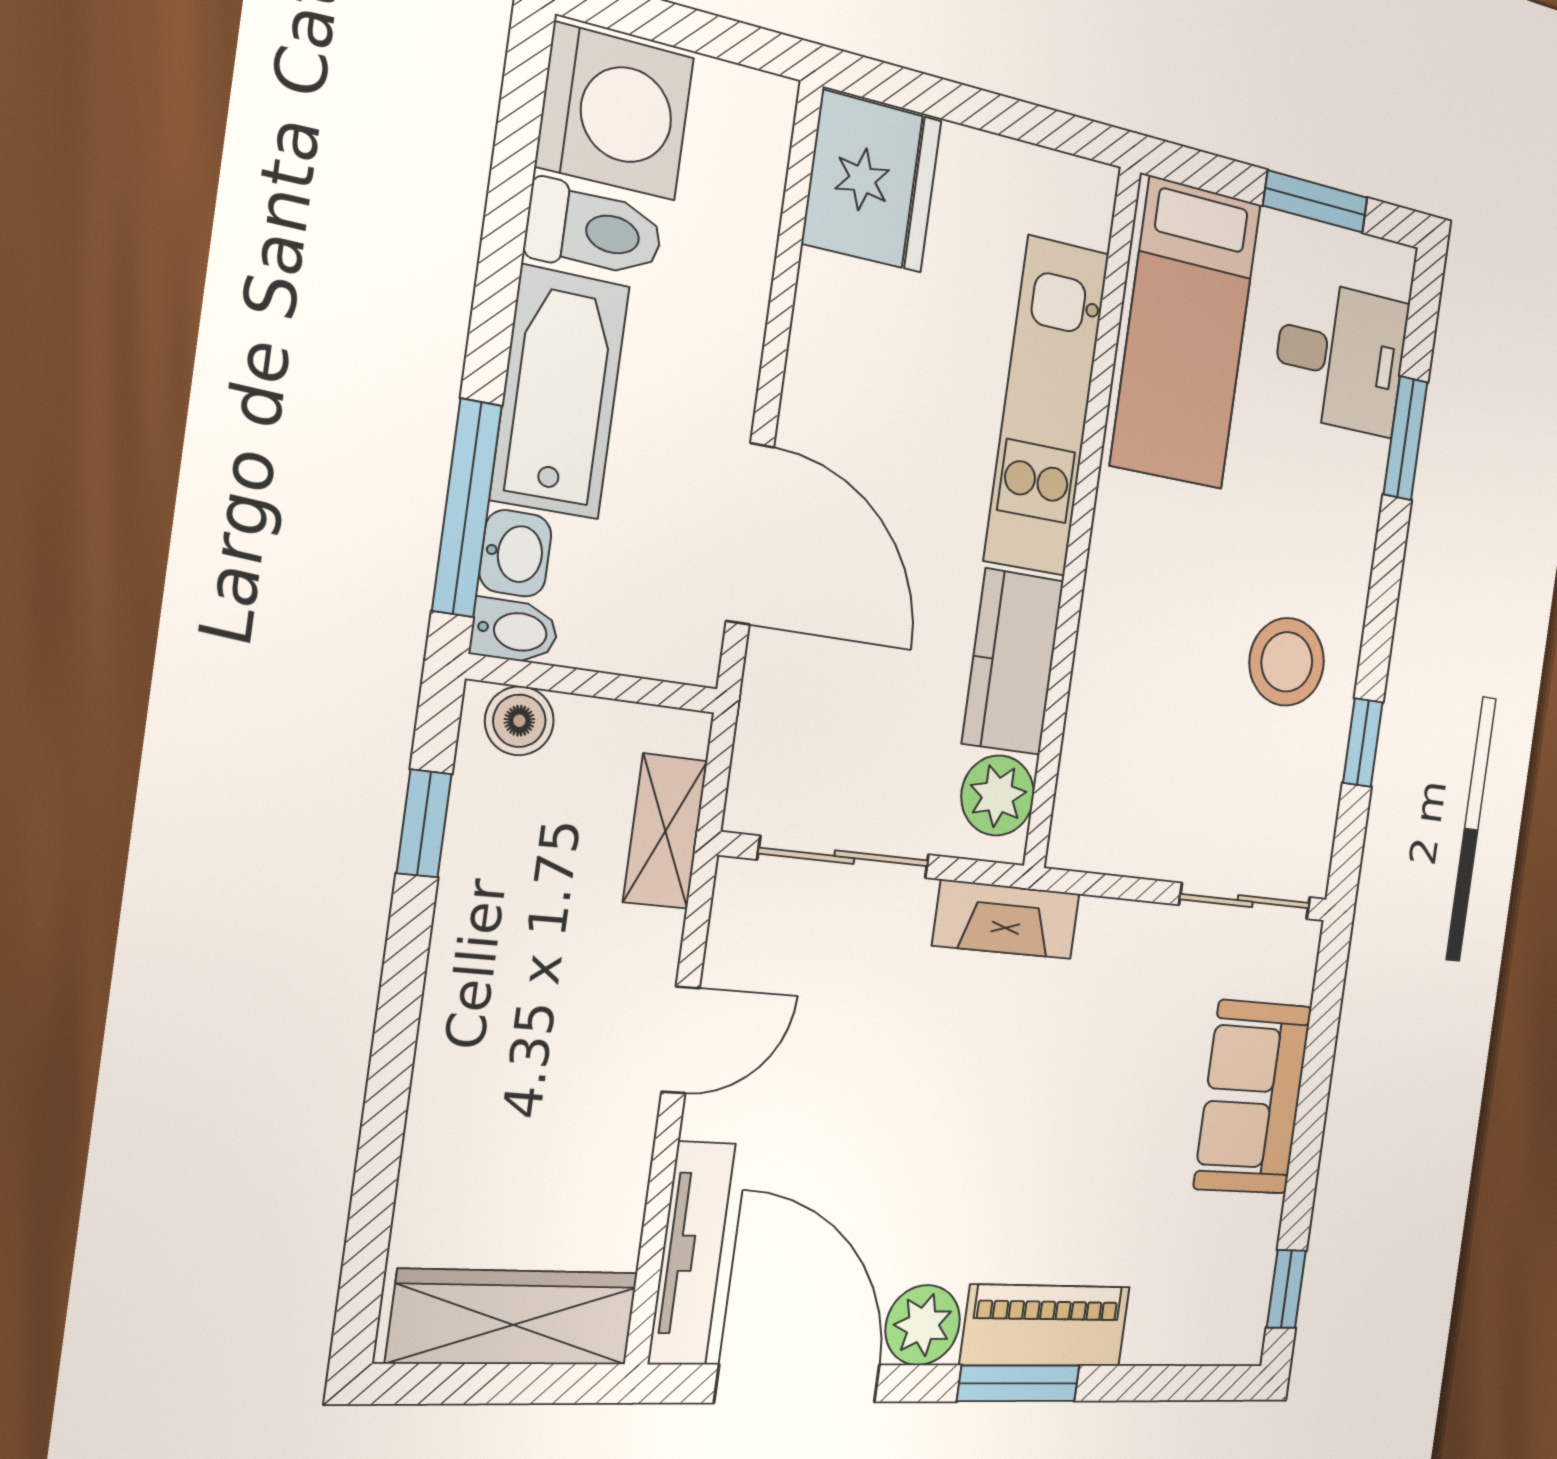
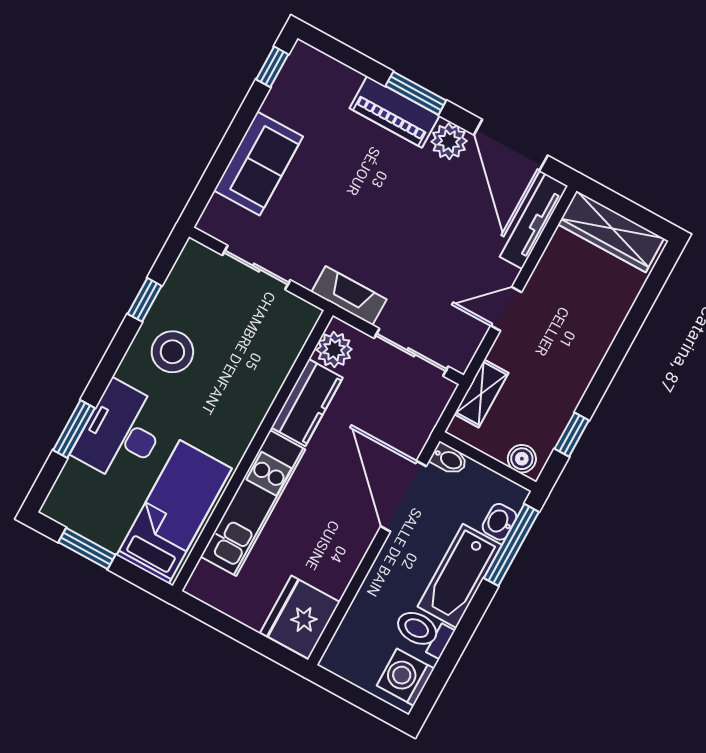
washing machine: (615, 112) -> (405, 677), width x0.73, depth x0.73
desk: (1340, 357) -> (121, 432), moved, width x1.37
bidet: (514, 631) -> (449, 459), moved, turned 180
sliding door: (1245, 901) -> (256, 268), moved

